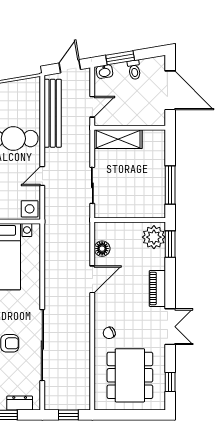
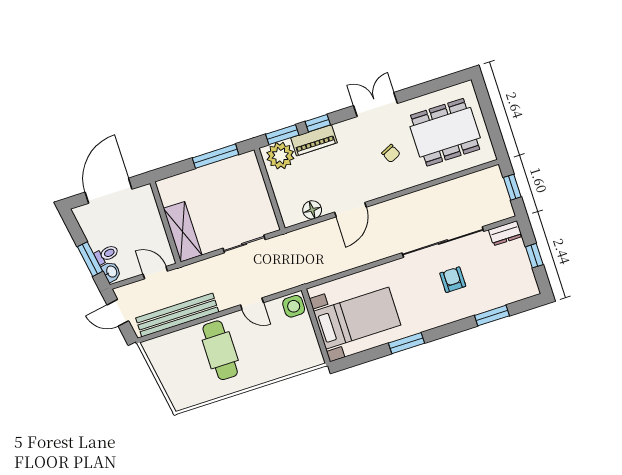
toilet: (134, 70) -> (107, 254), moved
door: (92, 279) -> (350, 210), swing flipped
piano: (157, 288) -> (314, 140), moved
chair: (109, 333) -> (391, 153), moved
window: (170, 382) -> (318, 123), moved
dresser: (20, 403) -> (505, 233), moved, turned -90

